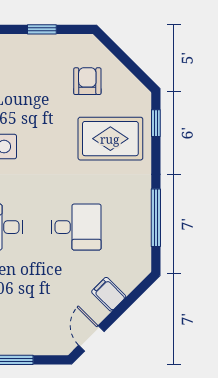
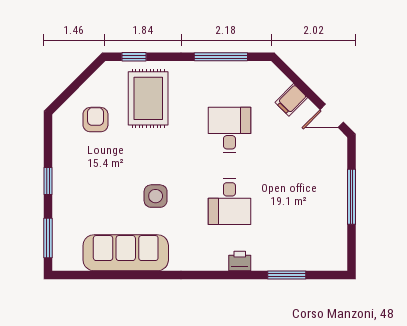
window: (42, 29) -> (48, 181), moved
armchair: (87, 81) -> (95, 120), turned 90

